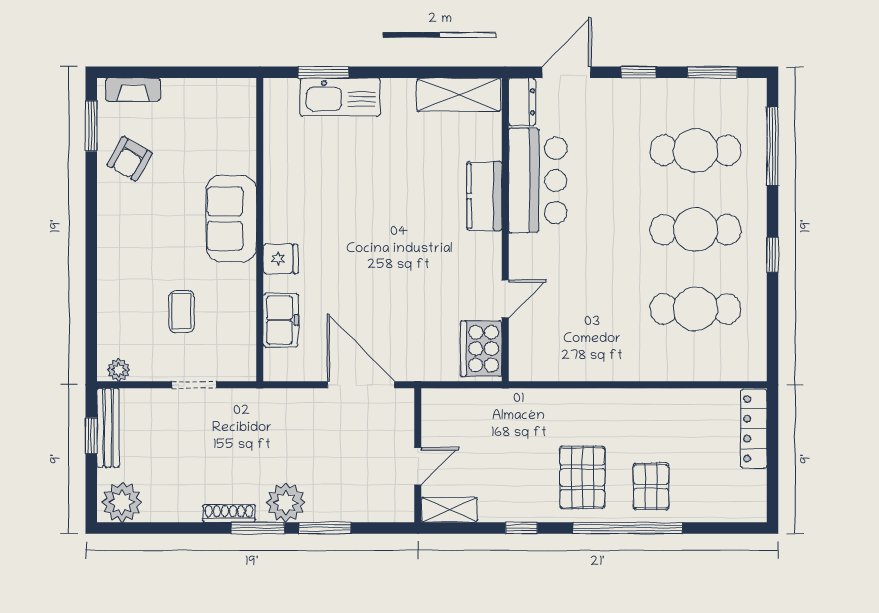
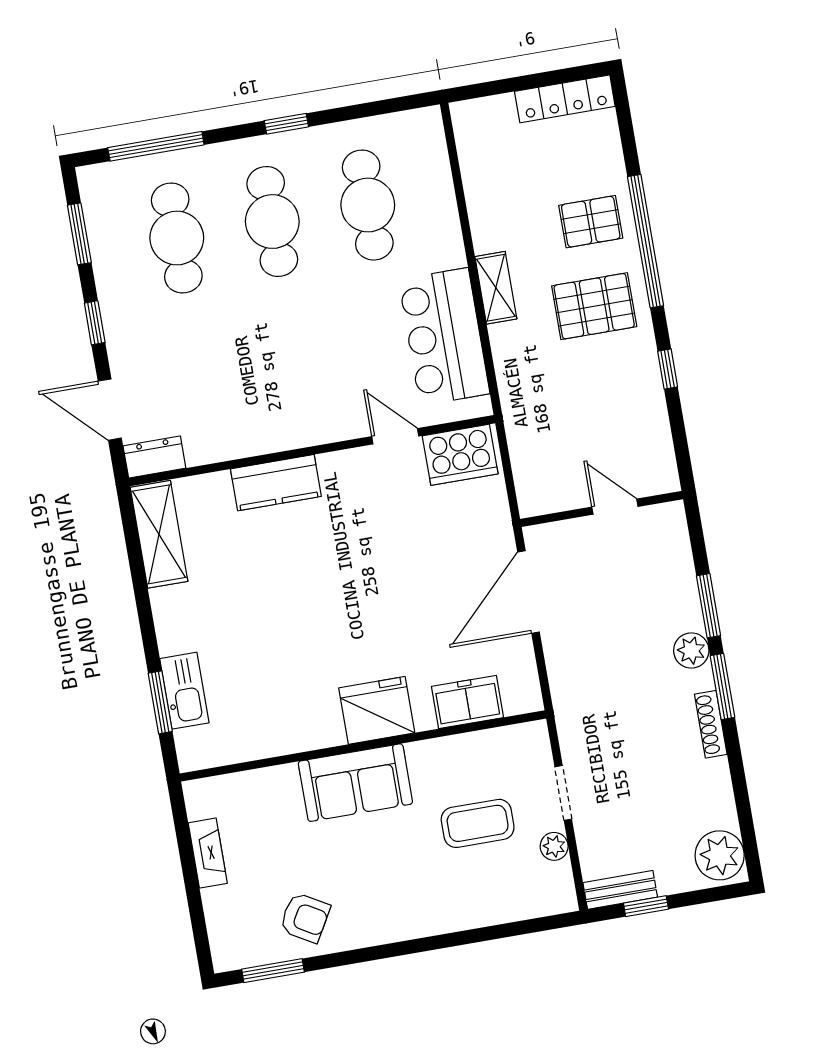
fireplace: (133, 90) -> (208, 853), moved
kitchen sink: (340, 97) -> (184, 691), width x0.73, depth x0.81
bar counter: (538, 180) -> (444, 337), moved, turned -90
fridge: (281, 259) -> (377, 710), width x1.88, depth x1.34
coffee table: (181, 311) -> (478, 823), width x1.36, depth x1.30
plant: (119, 370) -> (554, 846), moved
bench: (108, 428) -> (620, 890), width x0.73
locker: (754, 429) -> (565, 99), moved
plant: (286, 503) -> (691, 651), width x0.73, depth x0.73
shelving: (449, 510) -> (496, 288), moved

